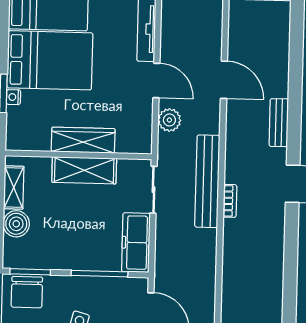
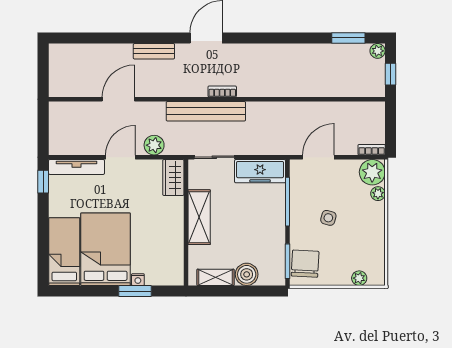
wardrobe: (83, 140) -> (173, 178), moved, width x0.67
chair: (27, 292) -> (305, 264), turned -87

